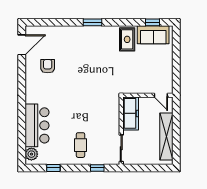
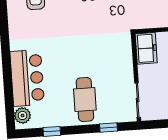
freezer: (131, 113) -> (146, 48), width x0.71
cafe table: (81, 145) -> (85, 100), width x1.37, depth x1.35

